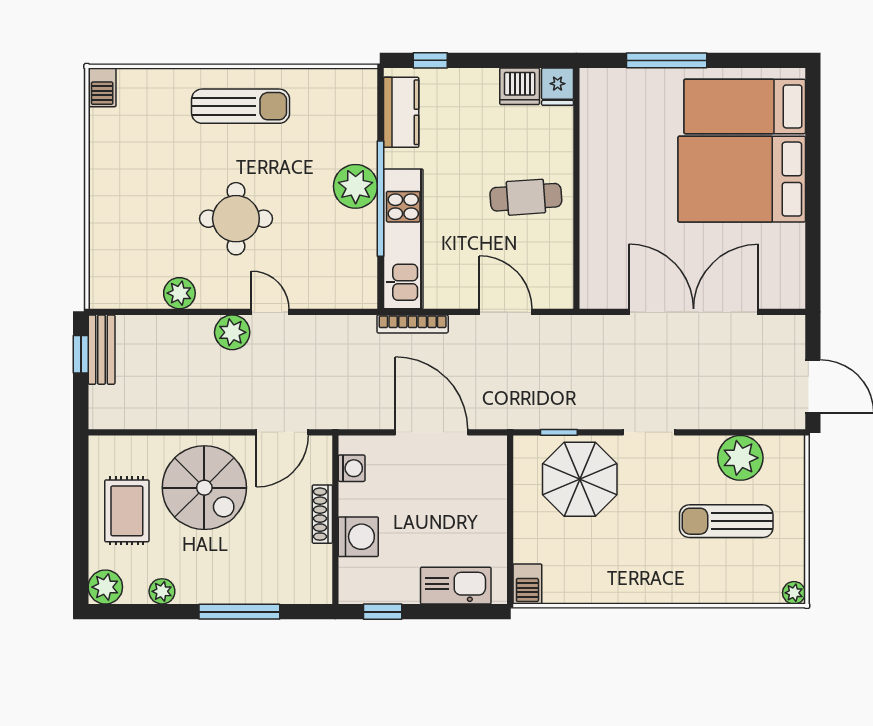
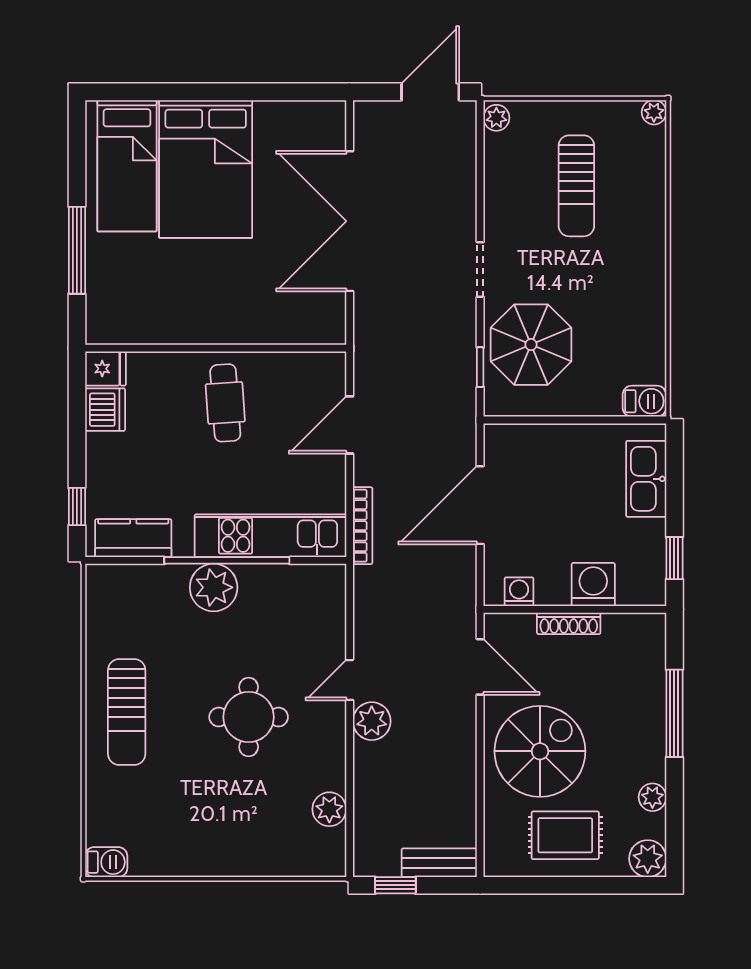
sun lounger: (241, 106) -> (127, 712), turned 180
plant: (179, 293) -> (329, 809), moved
bench: (102, 350) -> (439, 863), moved
plant: (740, 458) -> (496, 118), moved, width x0.53, depth x0.53

